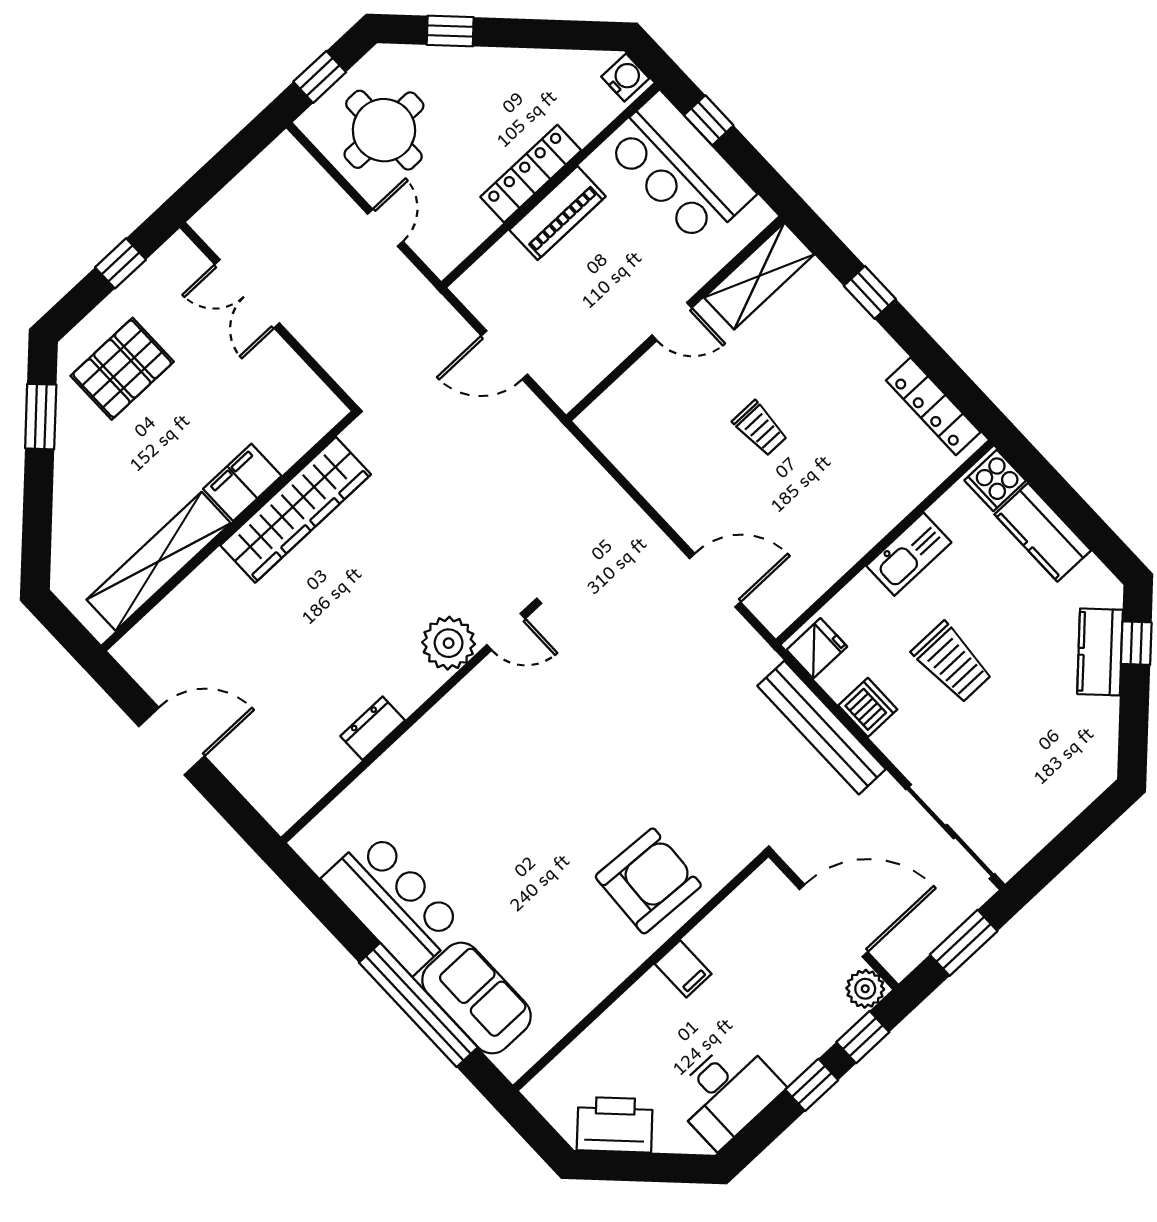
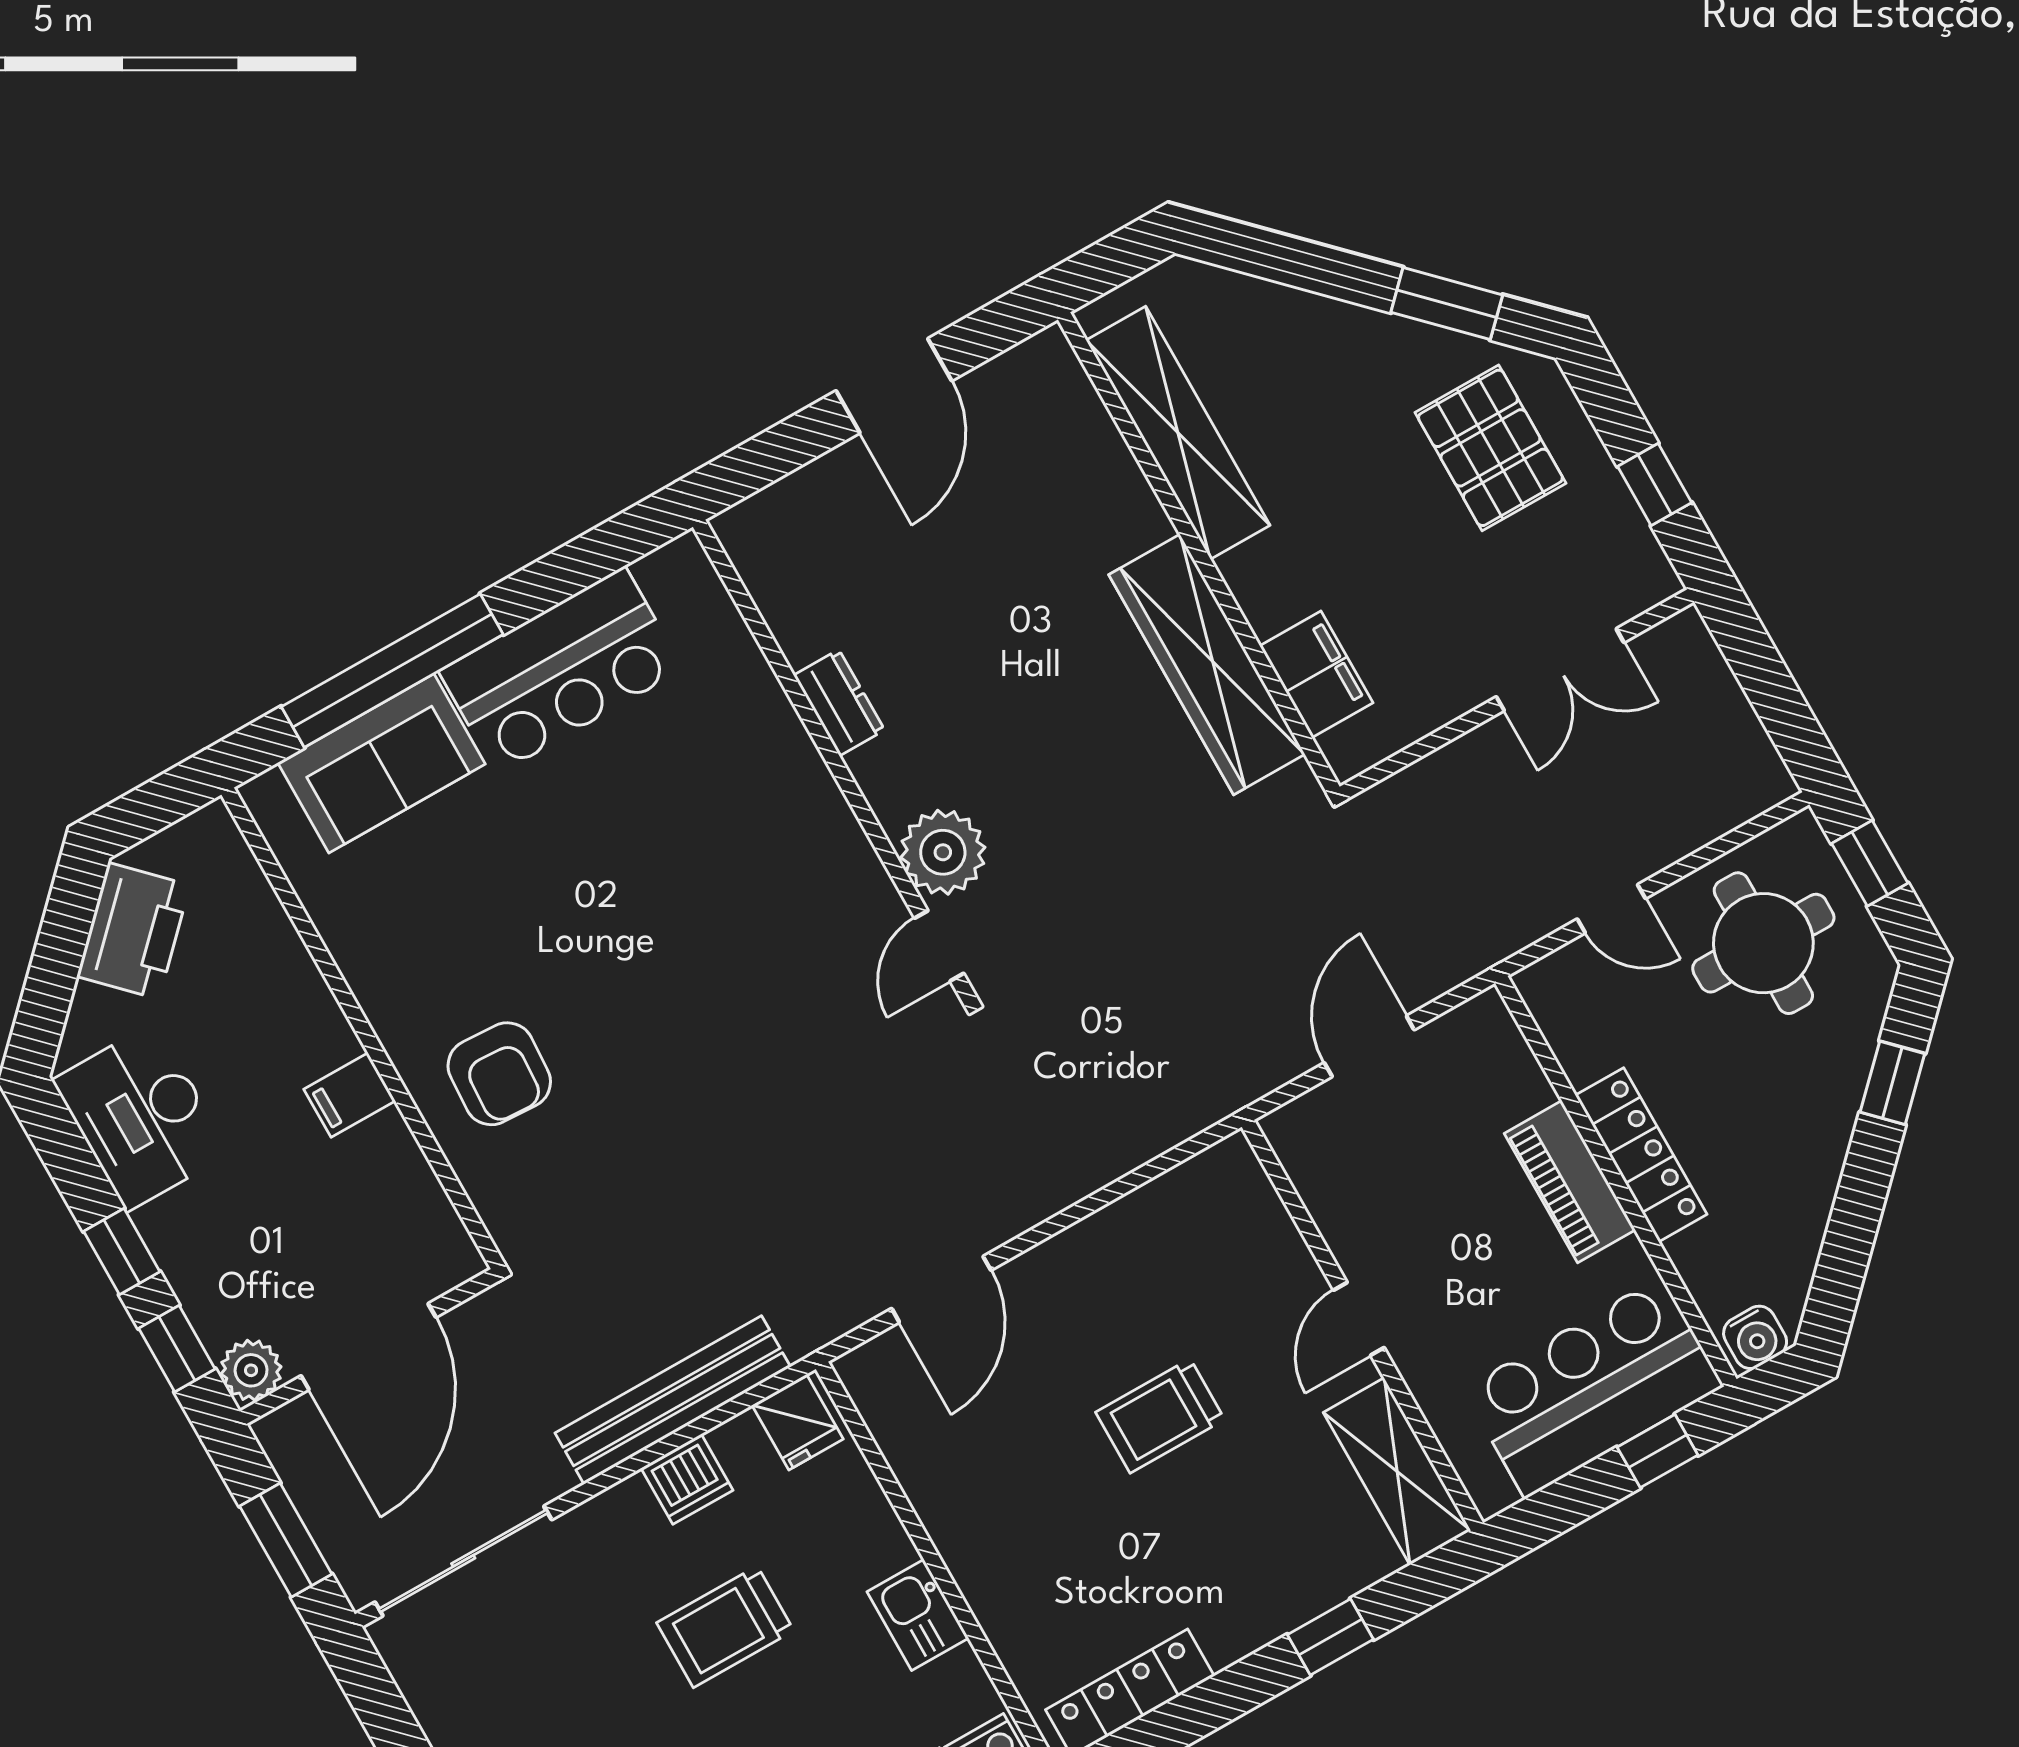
double door: (247, 294) -> (1560, 670), swing flipped
trolley: (760, 428) -> (1160, 1416), width x1.36, depth x1.39
filing cabinet: (242, 482) -> (1316, 674), moved
kitchen sink: (909, 554) -> (918, 1615), width x0.73
armchair: (648, 881) -> (499, 1074), width x0.73, depth x0.73

